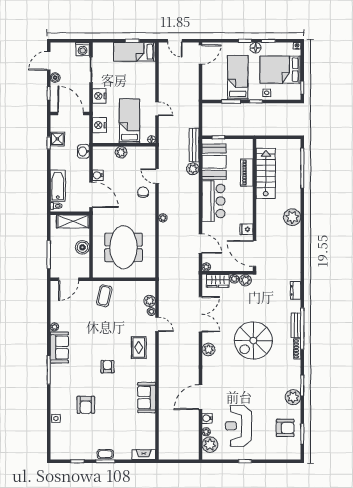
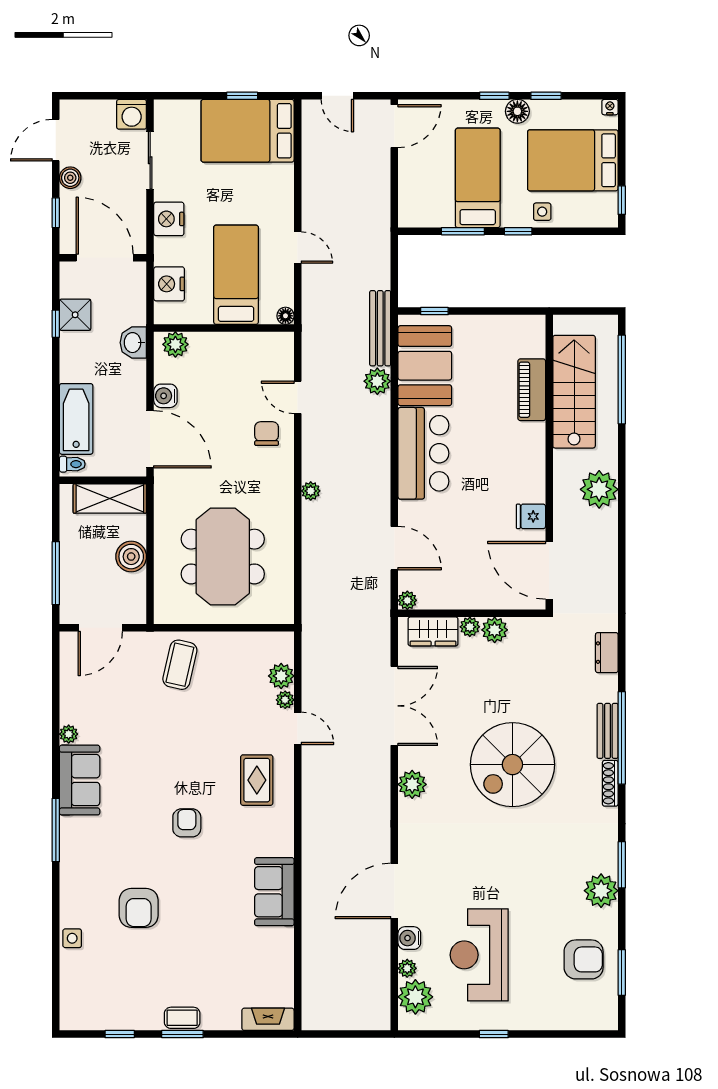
bed: (135, 52) -> (248, 131), width x1.50
plant: (121, 152) -> (175, 344), moved
piano: (247, 173) -> (532, 390), moved
stairs: (266, 173) -> (574, 392), moved
wall: (255, 205) -> (549, 462), moved
fridge: (246, 229) -> (531, 516), moved
door: (255, 253) -> (549, 570), moved

